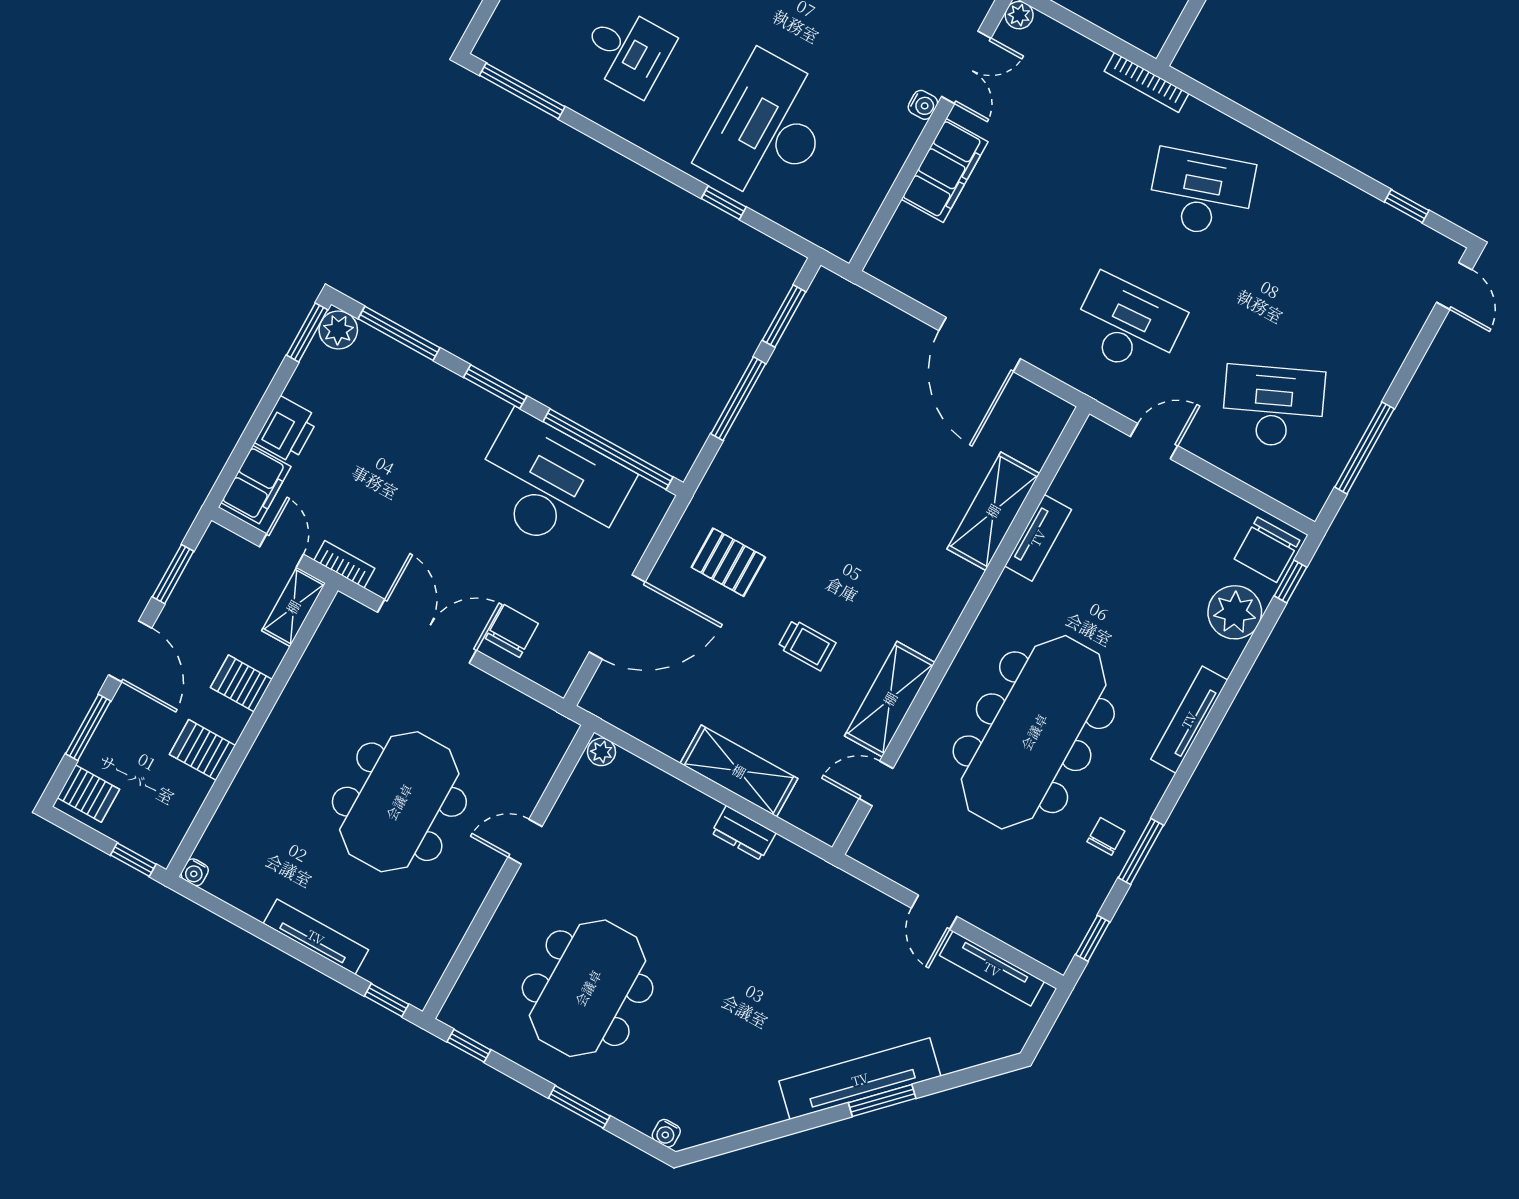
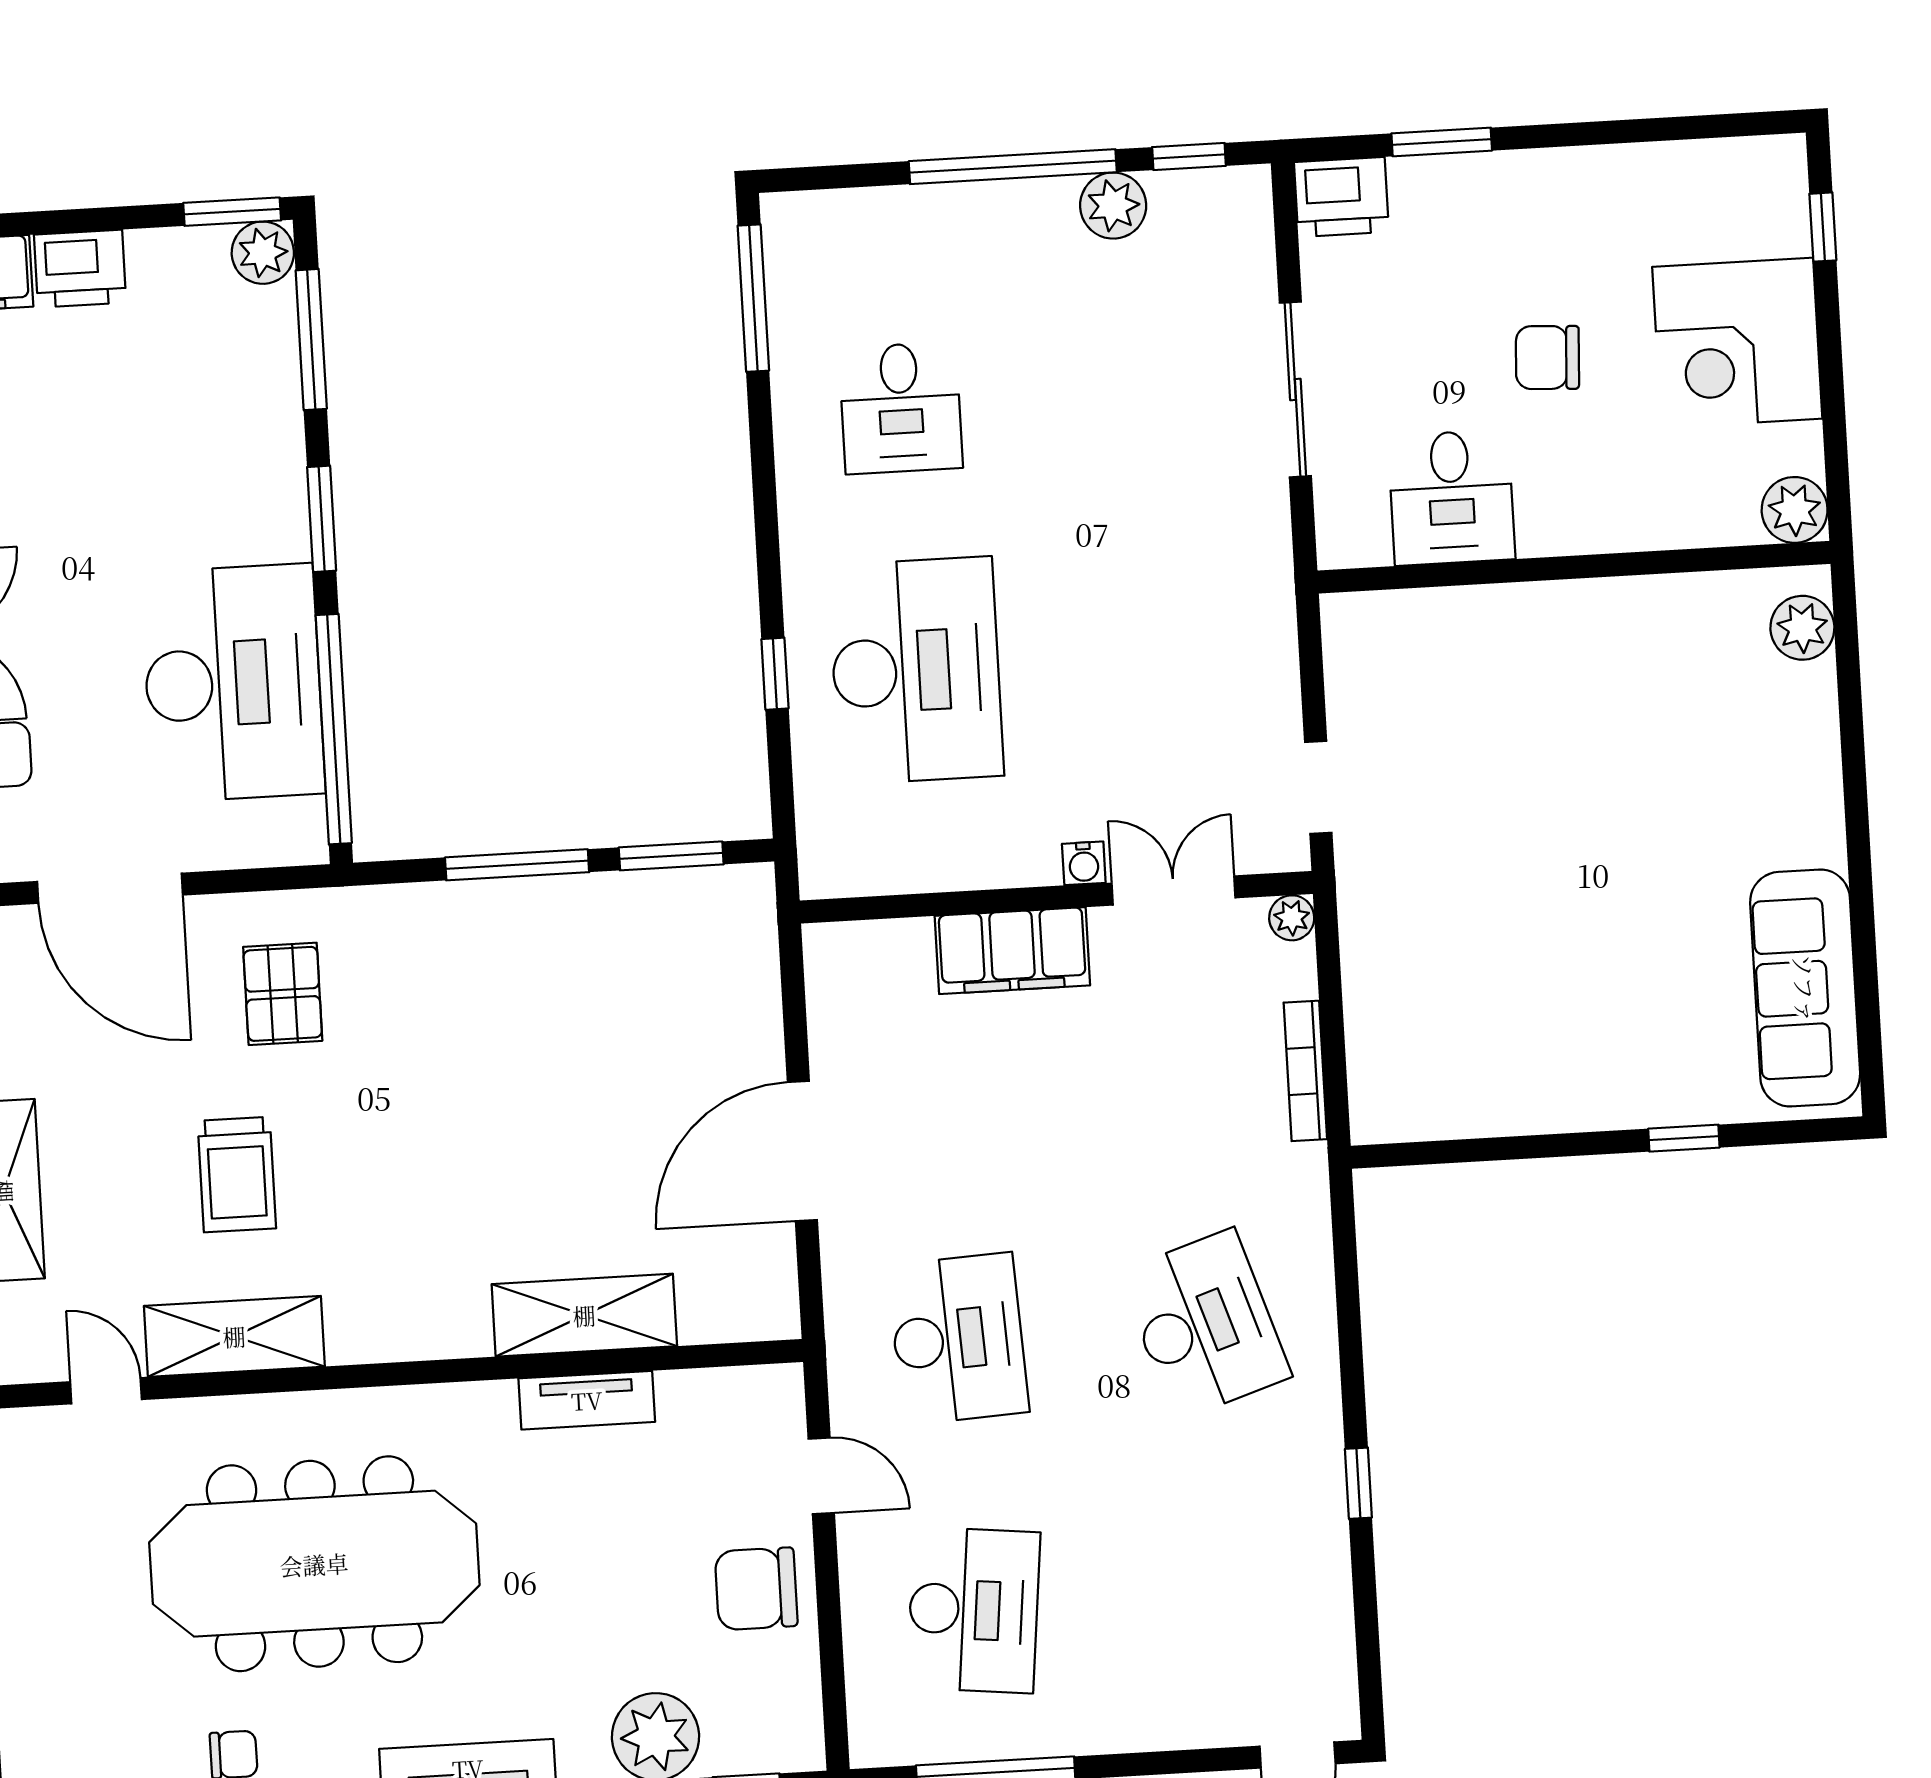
double door: (966, 67) -> (1173, 890), swing flipped
bookcase: (1147, 82) -> (1305, 1071), moved
desk: (768, 129) -> (916, 671), turned 90
window: (1407, 206) -> (1358, 1483), moved
desk: (1273, 406) -> (974, 1610), turned 30
chair: (1267, 550) -> (756, 1589), moved
trolley: (807, 645) -> (237, 1175), width x1.36, depth x1.39

